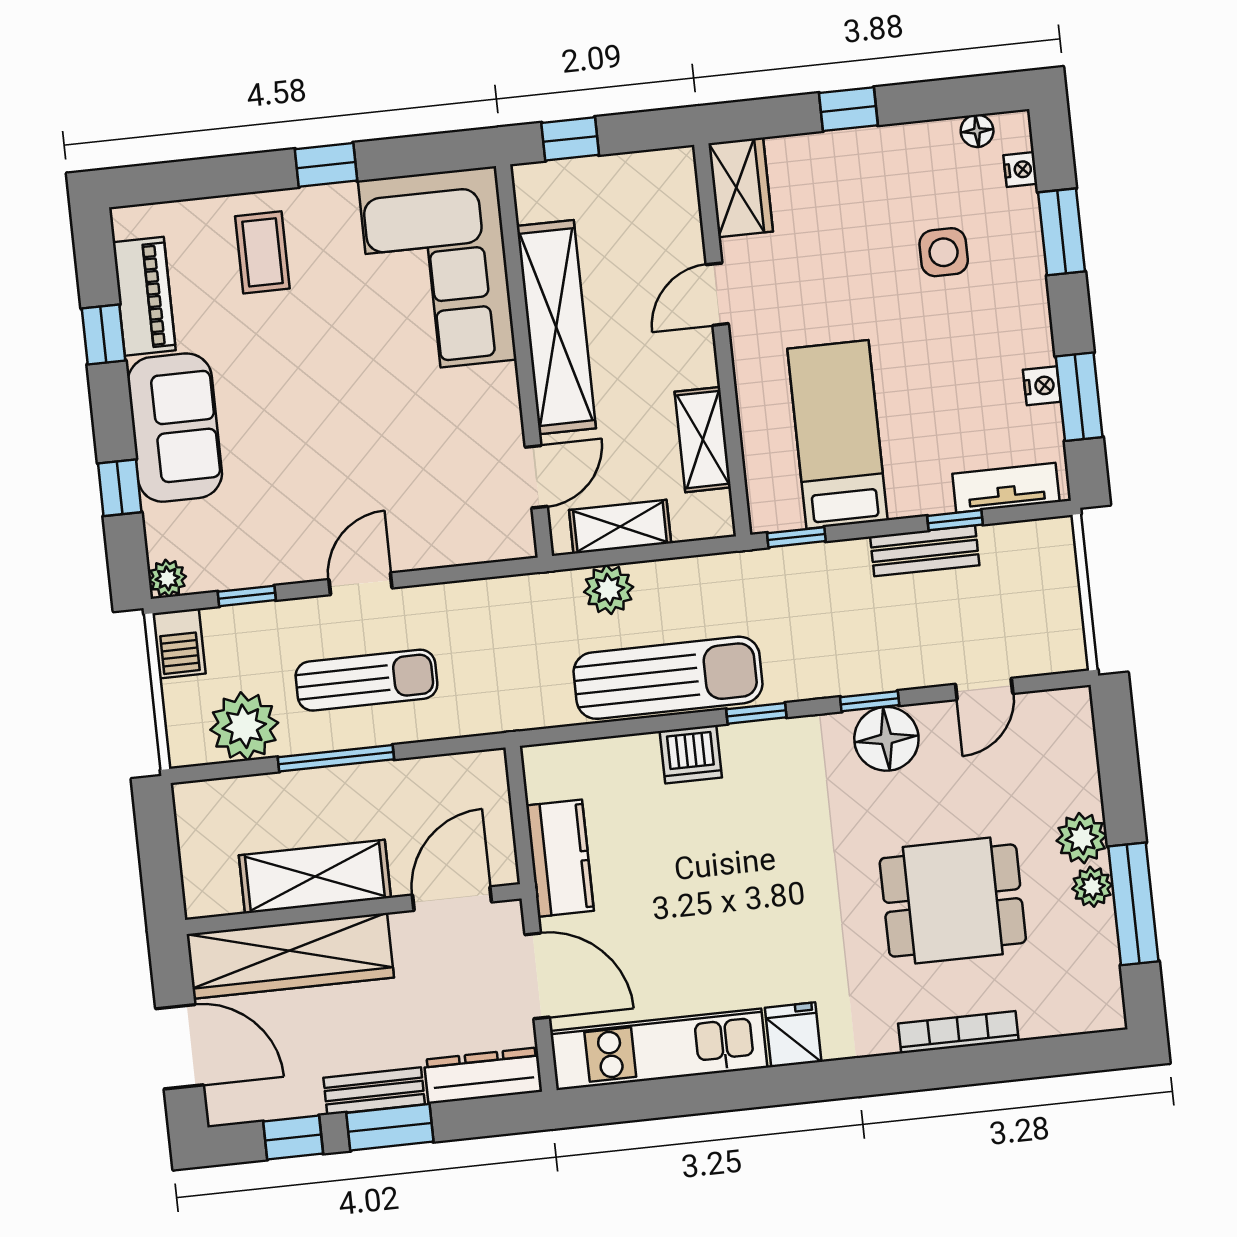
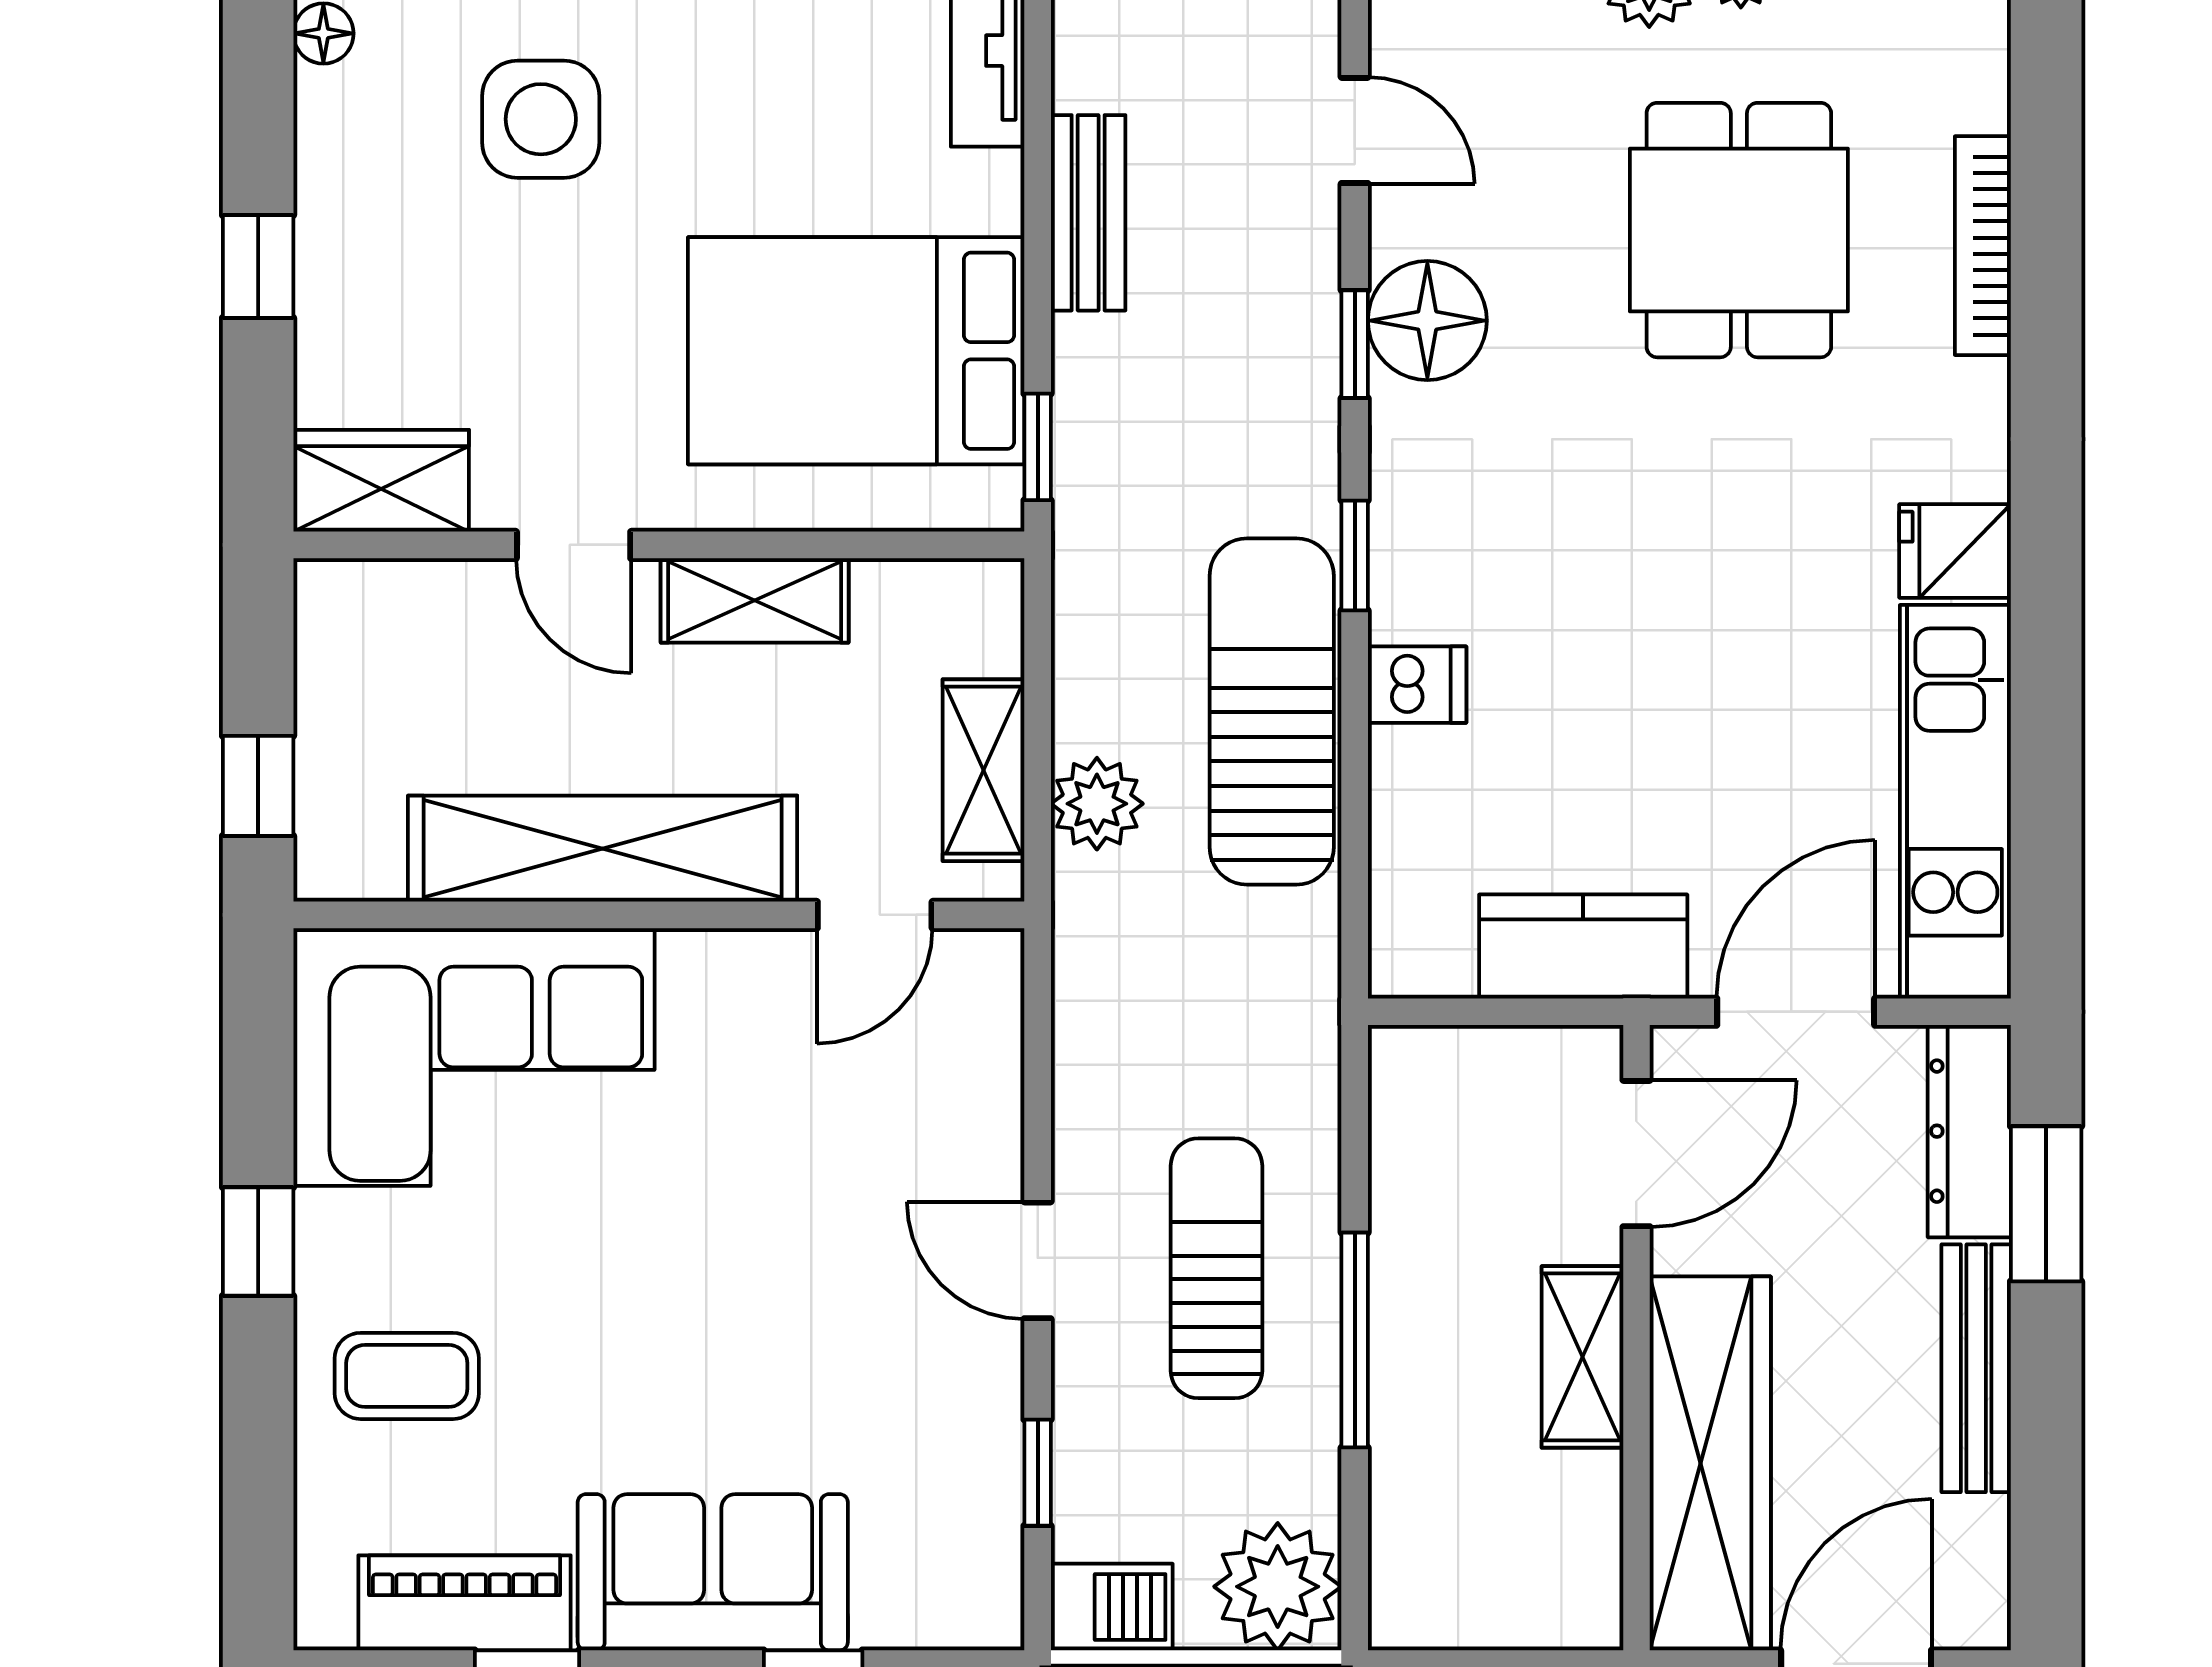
side table: (944, 252) -> (541, 119), width x1.37, depth x1.37
bed: (838, 434) -> (856, 351), width x1.50
shelving: (703, 440) -> (755, 600), moved
door: (536, 477) -> (875, 915), swing flipped
window: (955, 520) -> (1038, 151), removed
plant: (167, 578) -> (989, 1615), removed
plant: (244, 726) -> (1278, 1587), moved
dishwasher: (691, 754) -> (1417, 685), width x0.73
shelving: (315, 877) -> (1582, 1357), width x0.67, depth x0.75
door: (452, 899) -> (1636, 1154), swing flipped
bench: (374, 1091) -> (1976, 1368), width x1.36
window: (390, 1127) -> (2046, 1204), moved
window: (293, 1138) -> (2046, 1494), removed

